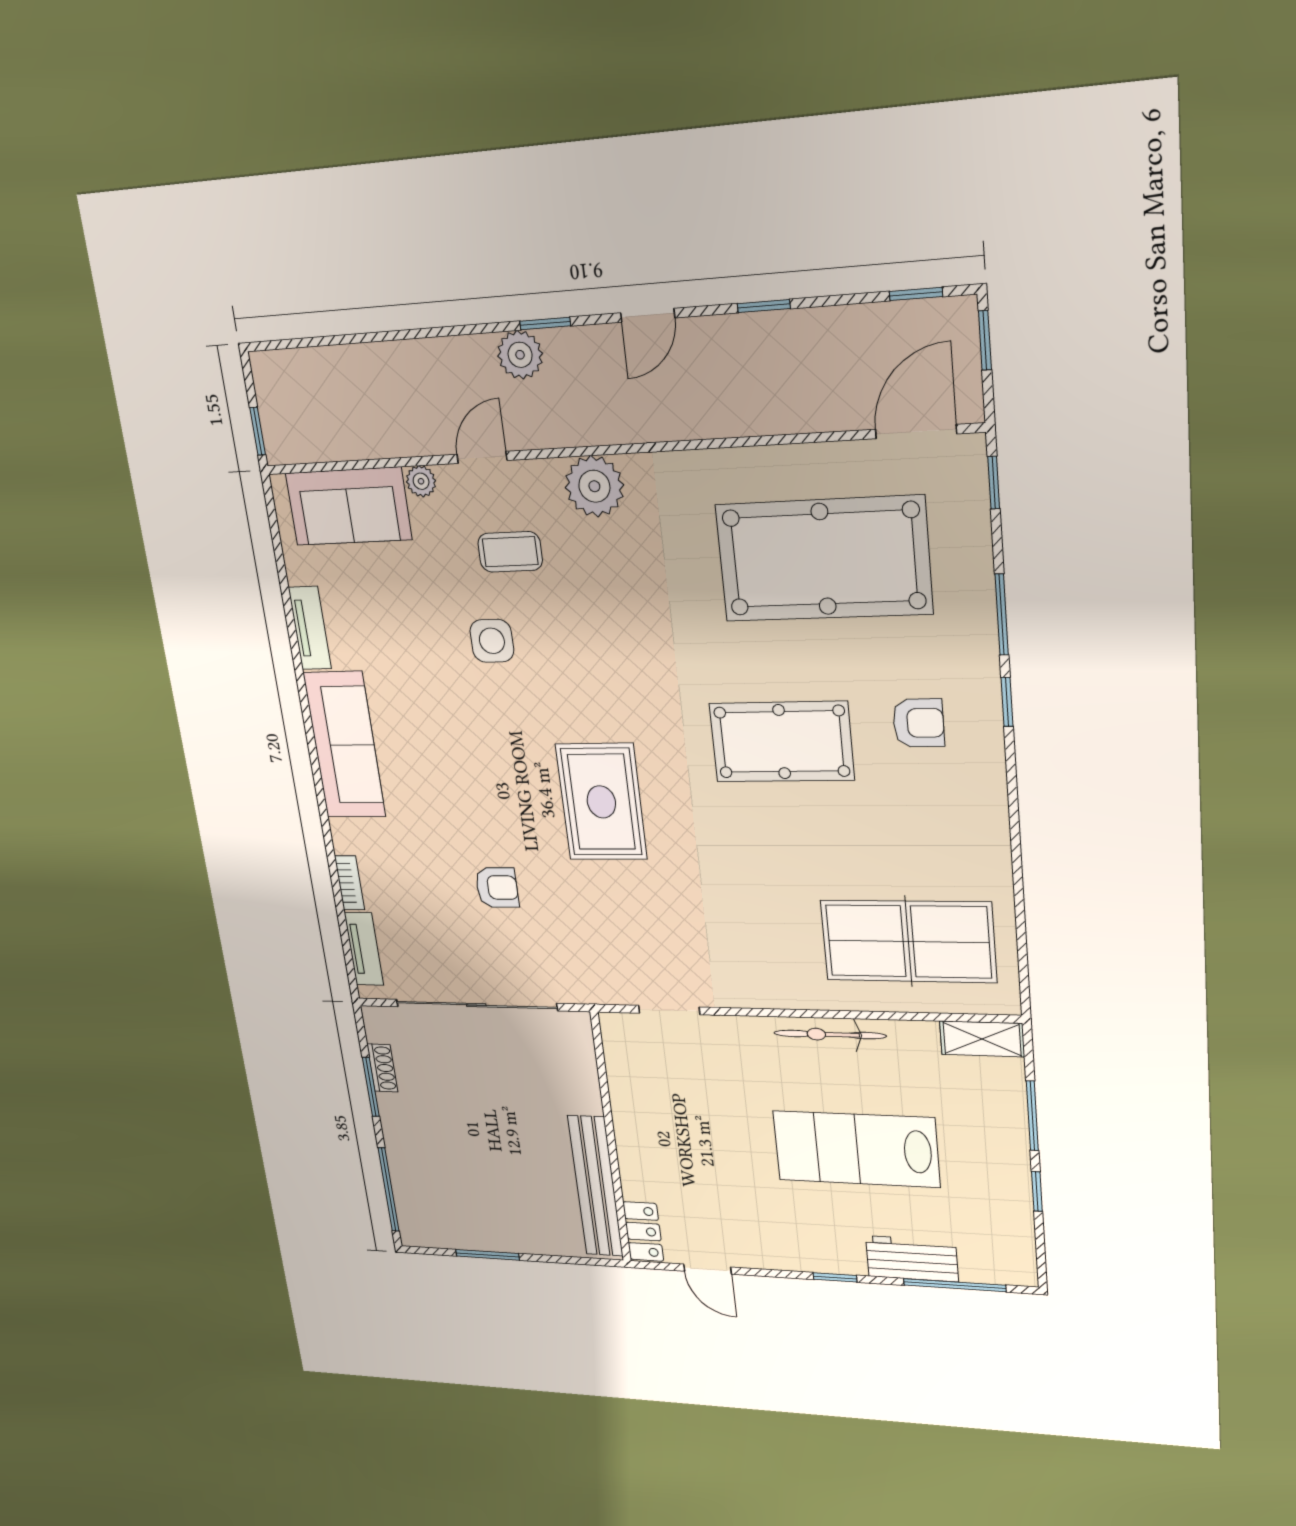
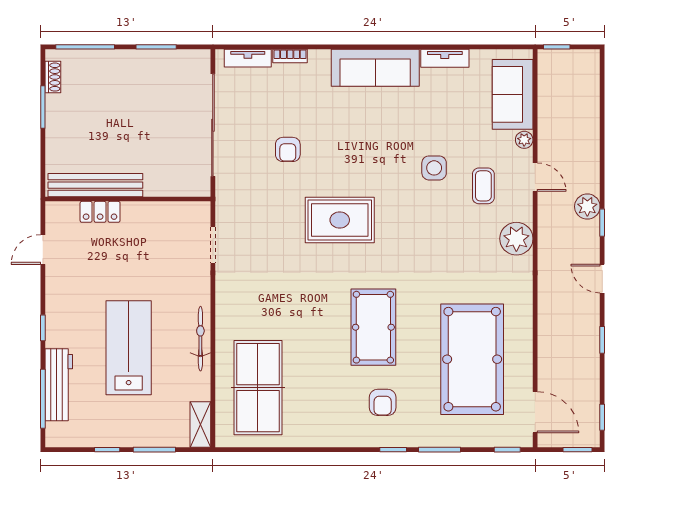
shoe rack: (382, 1068) -> (53, 77), moved, turned -90
locker: (643, 1232) -> (100, 212), moved
workbench: (912, 1259) -> (59, 385), width x1.37

